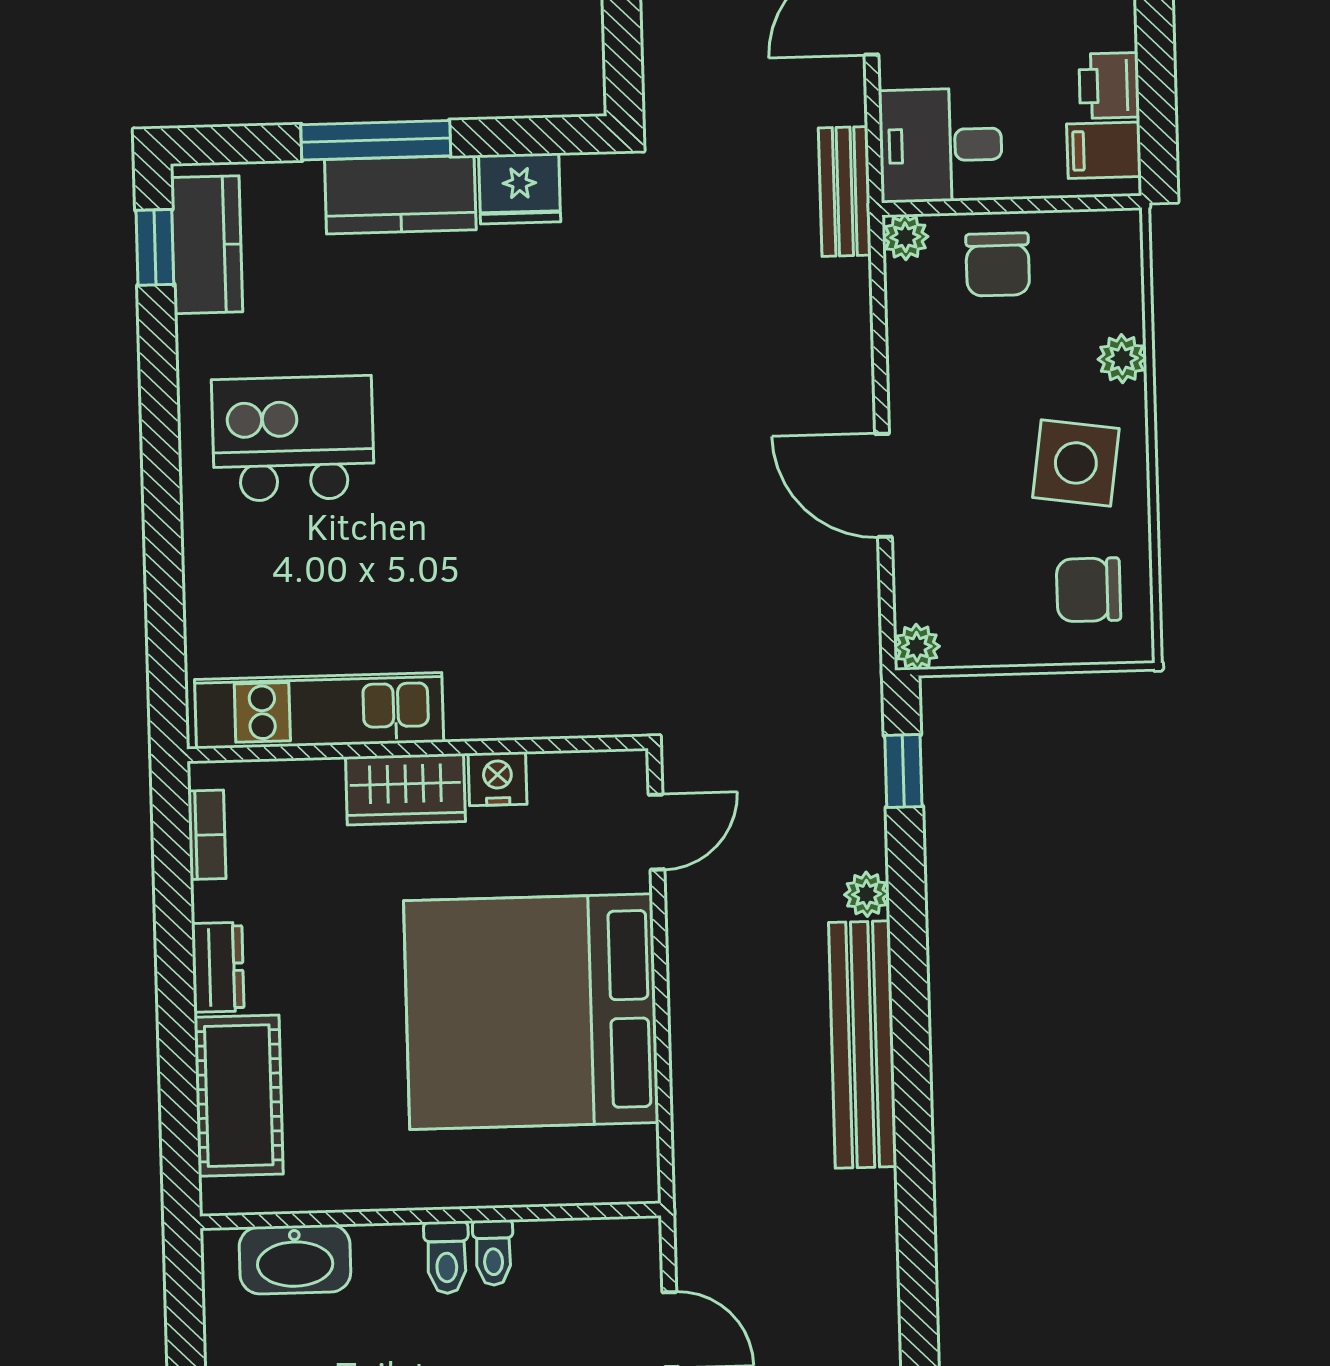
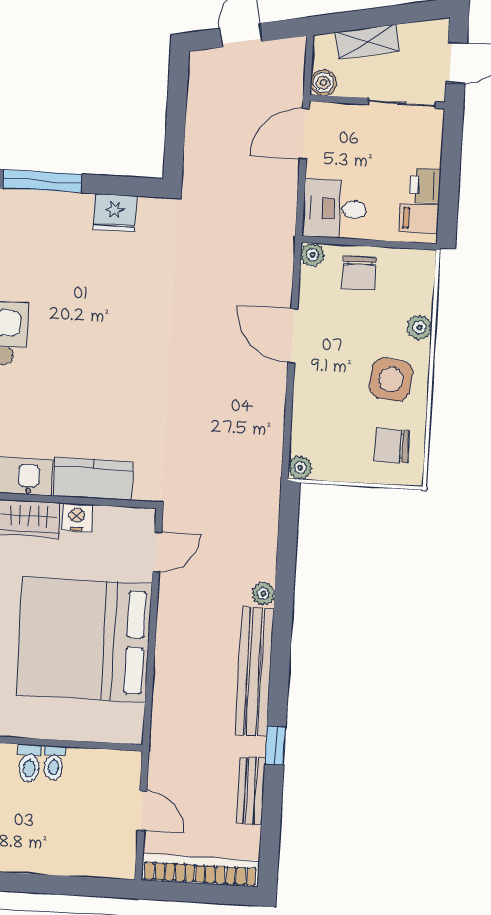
bench: (845, 192) -> (251, 791), moved
kitchen counter: (400, 195) -> (93, 479), moved, turned 180
door: (884, 485) -> (293, 336), moved
window: (903, 771) -> (275, 746), moved

